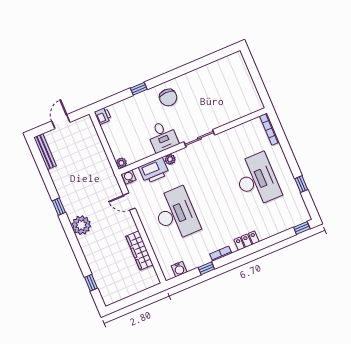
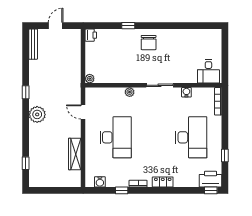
desk: (163, 136) -> (208, 71), moved
printer: (154, 171) -> (211, 179), moved, turned 180
water cooler: (129, 177) -> (186, 92), moved

